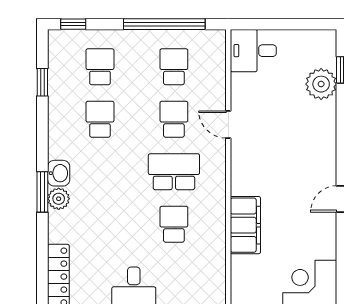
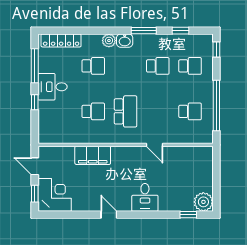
desk: (253, 51) -> (145, 197), moved, turned 180
plant: (321, 84) -> (203, 202), moved
school desk: (174, 119) -> (93, 66), moved
door: (228, 124) -> (155, 145), swing flipped
window: (42, 192) -> (144, 31), moved

